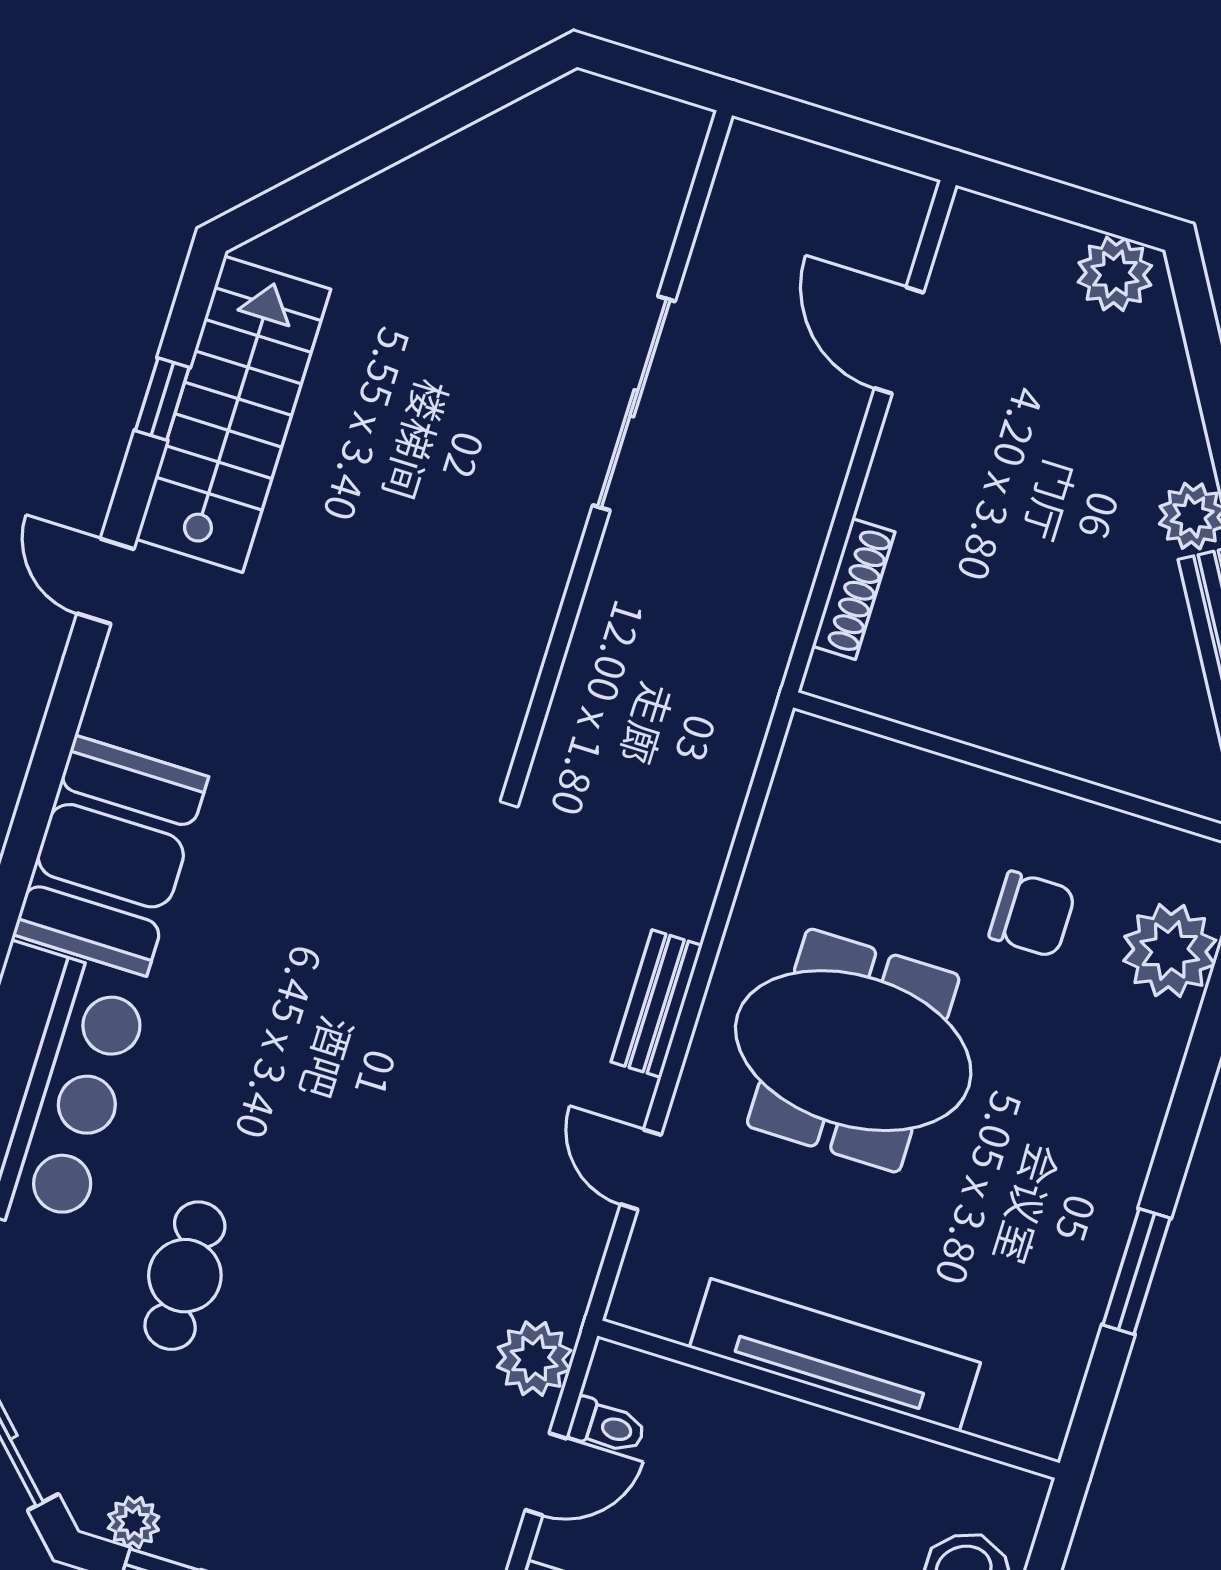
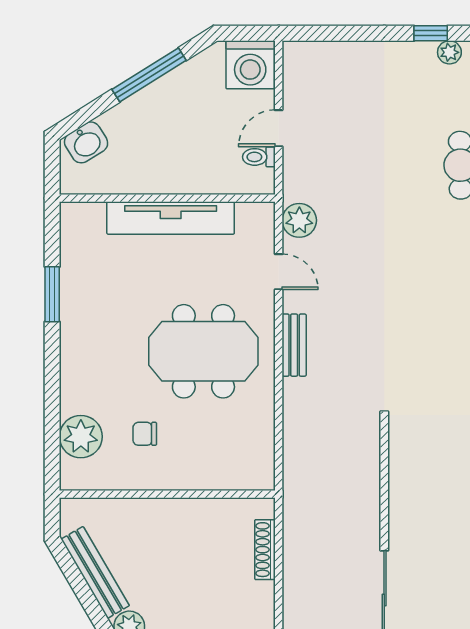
chair: (1032, 914) -> (145, 434), width x0.73, depth x0.73
plant: (534, 1359) -> (299, 220), moved

